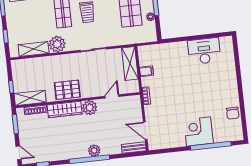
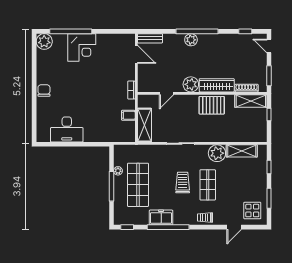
chair: (233, 113) -> (44, 91), moved
plant: (235, 133) -> (44, 42), added

